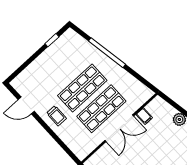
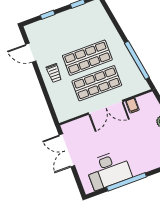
window: (107, 53) -> (137, 60), moved
window: (27, 63) -> (48, 15), added

